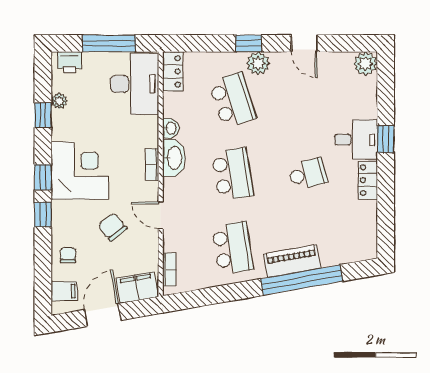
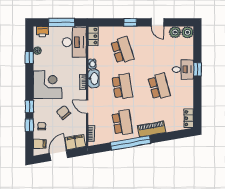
plant: (258, 63) -> (175, 32), moved
school desk: (308, 174) -> (159, 86), width x1.85
window: (43, 177) -> (29, 125), moved
locker: (368, 180) -> (189, 118), moved
window: (302, 280) -> (131, 143), moved

